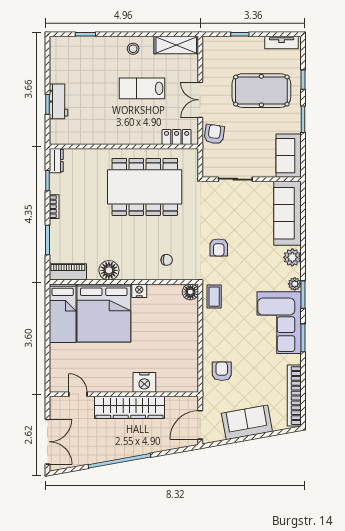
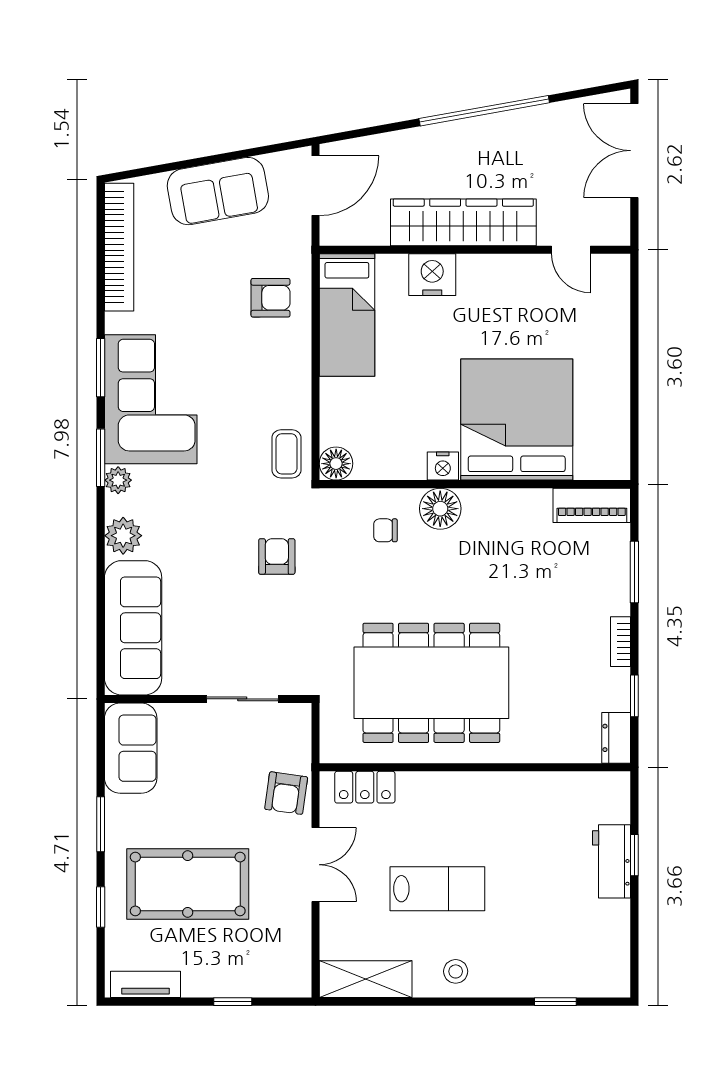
floor lamp: (109, 270) -> (440, 509), moved
bed: (63, 313) -> (347, 315), moved, turned 180
armchair: (222, 371) -> (270, 298), turned -90

